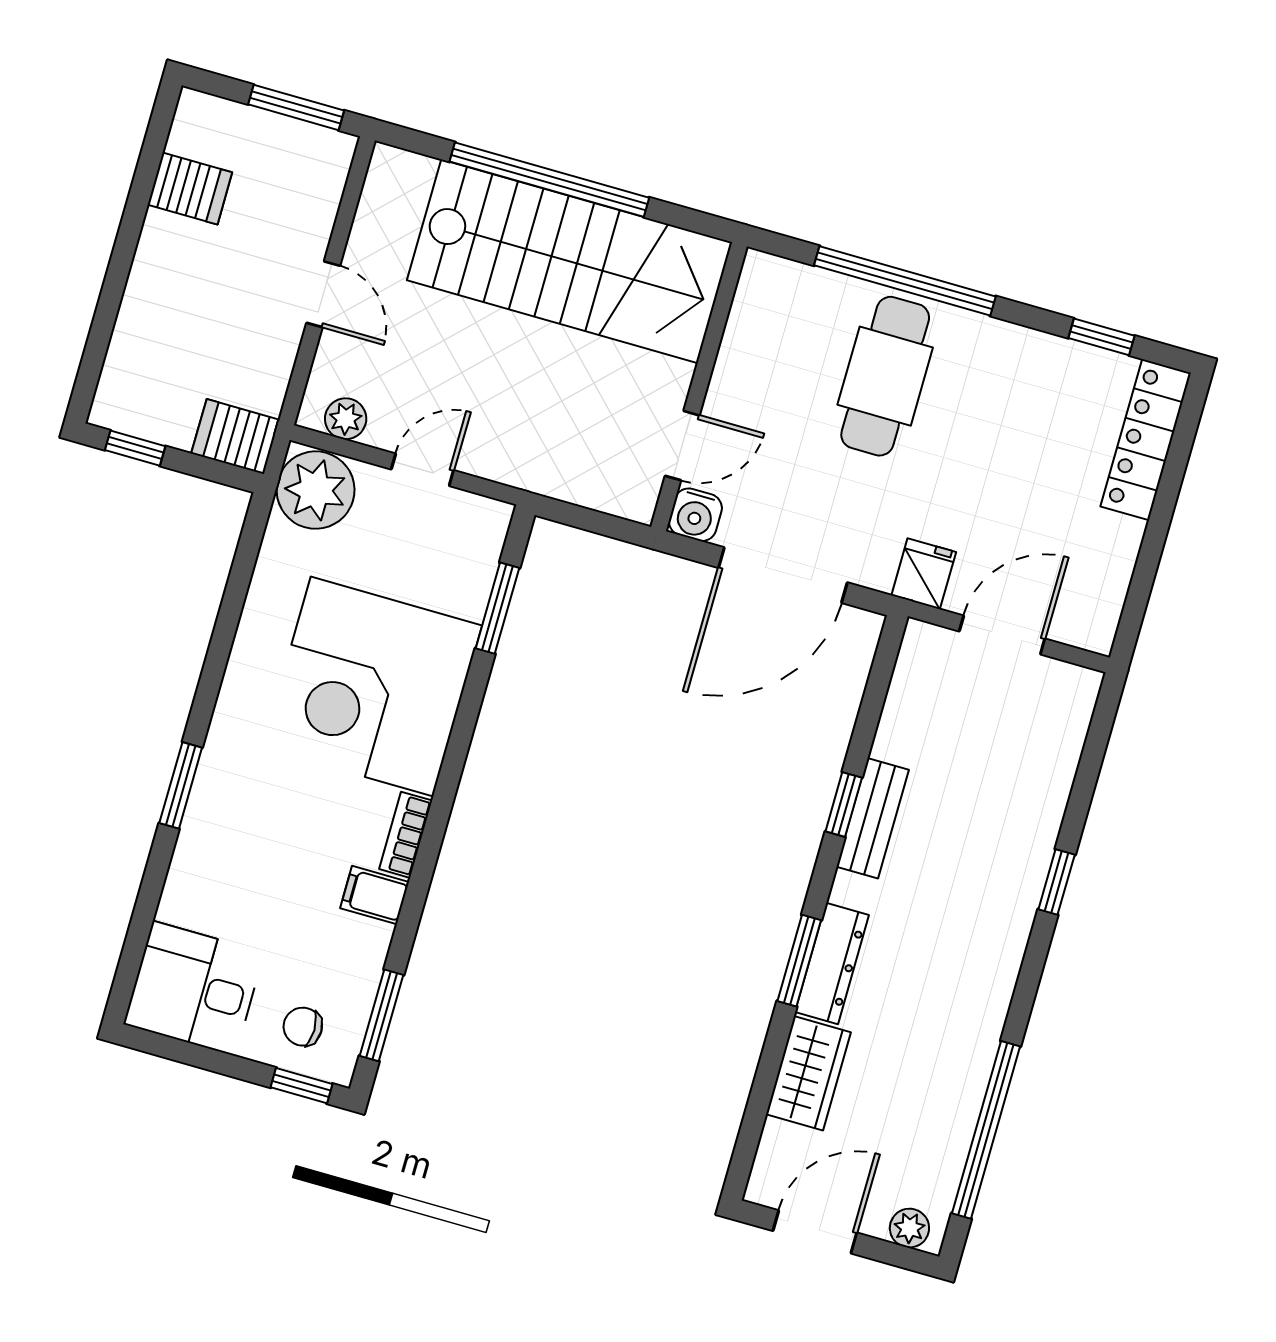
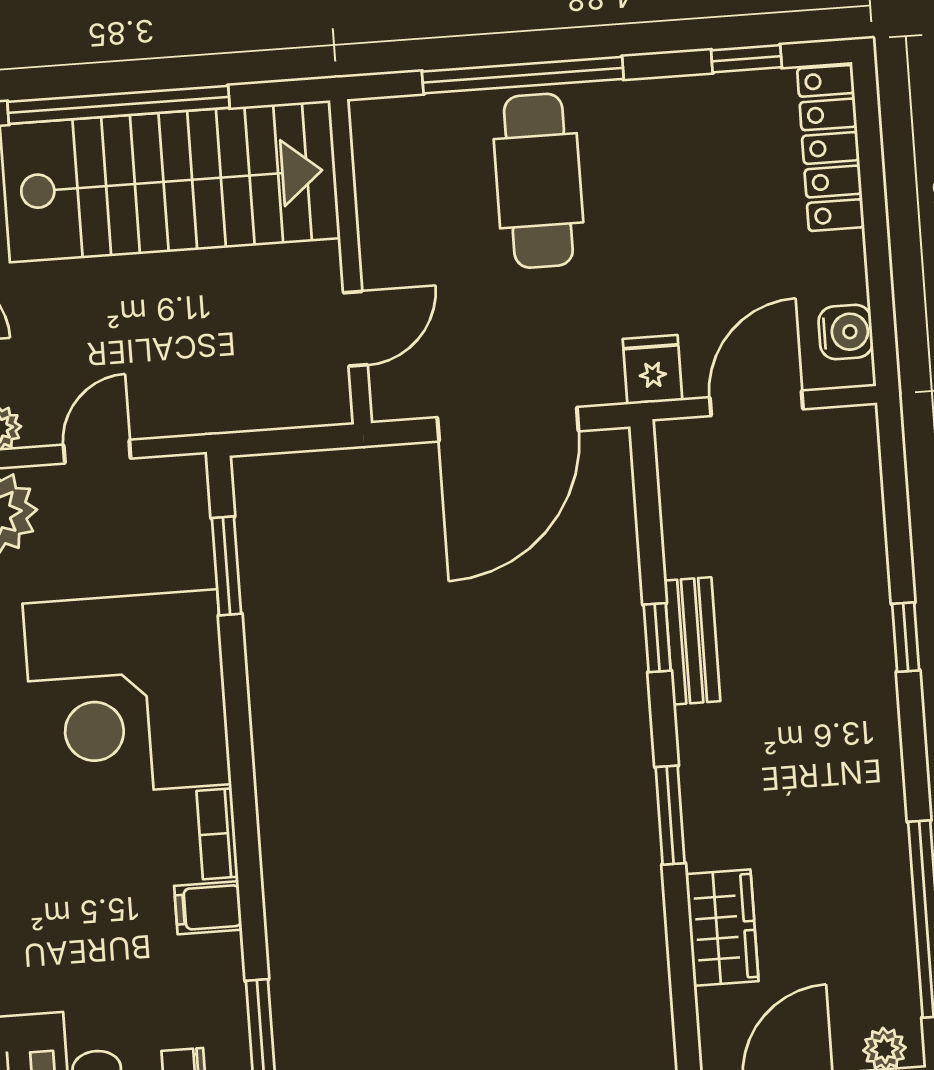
water cooler: (695, 515) -> (846, 332), moved, turned -90
dresser: (832, 963) -> (705, 806), removed

